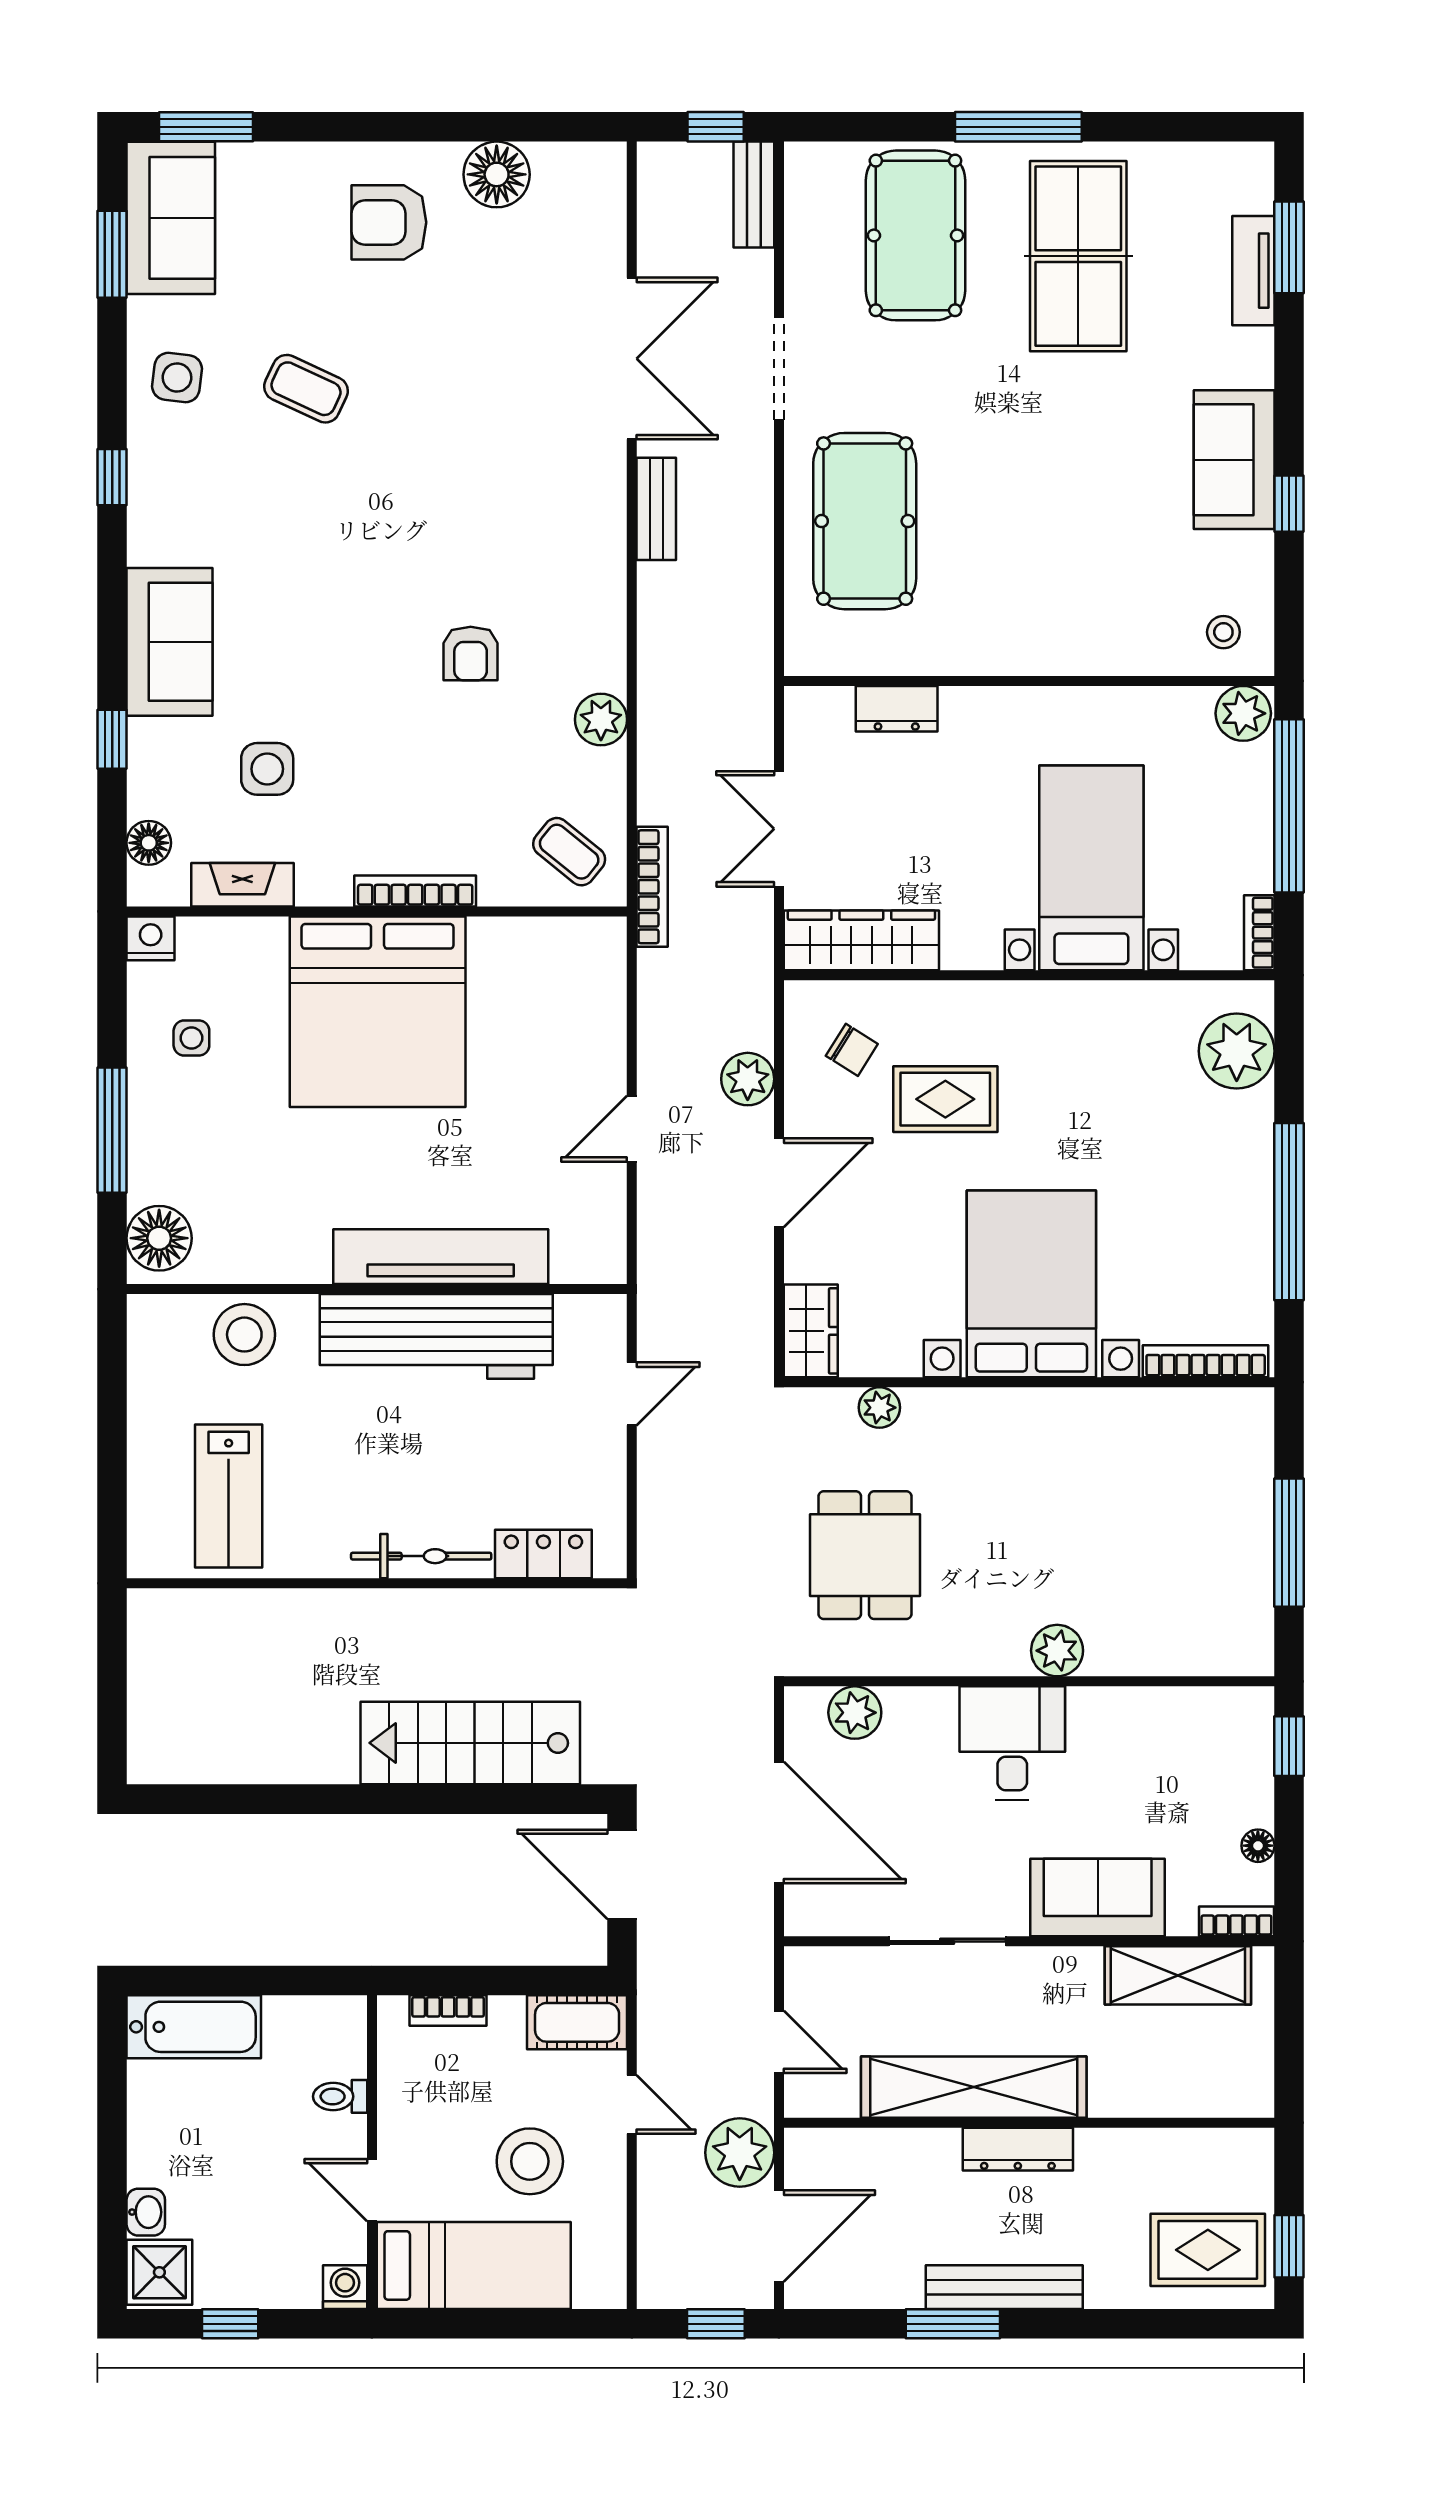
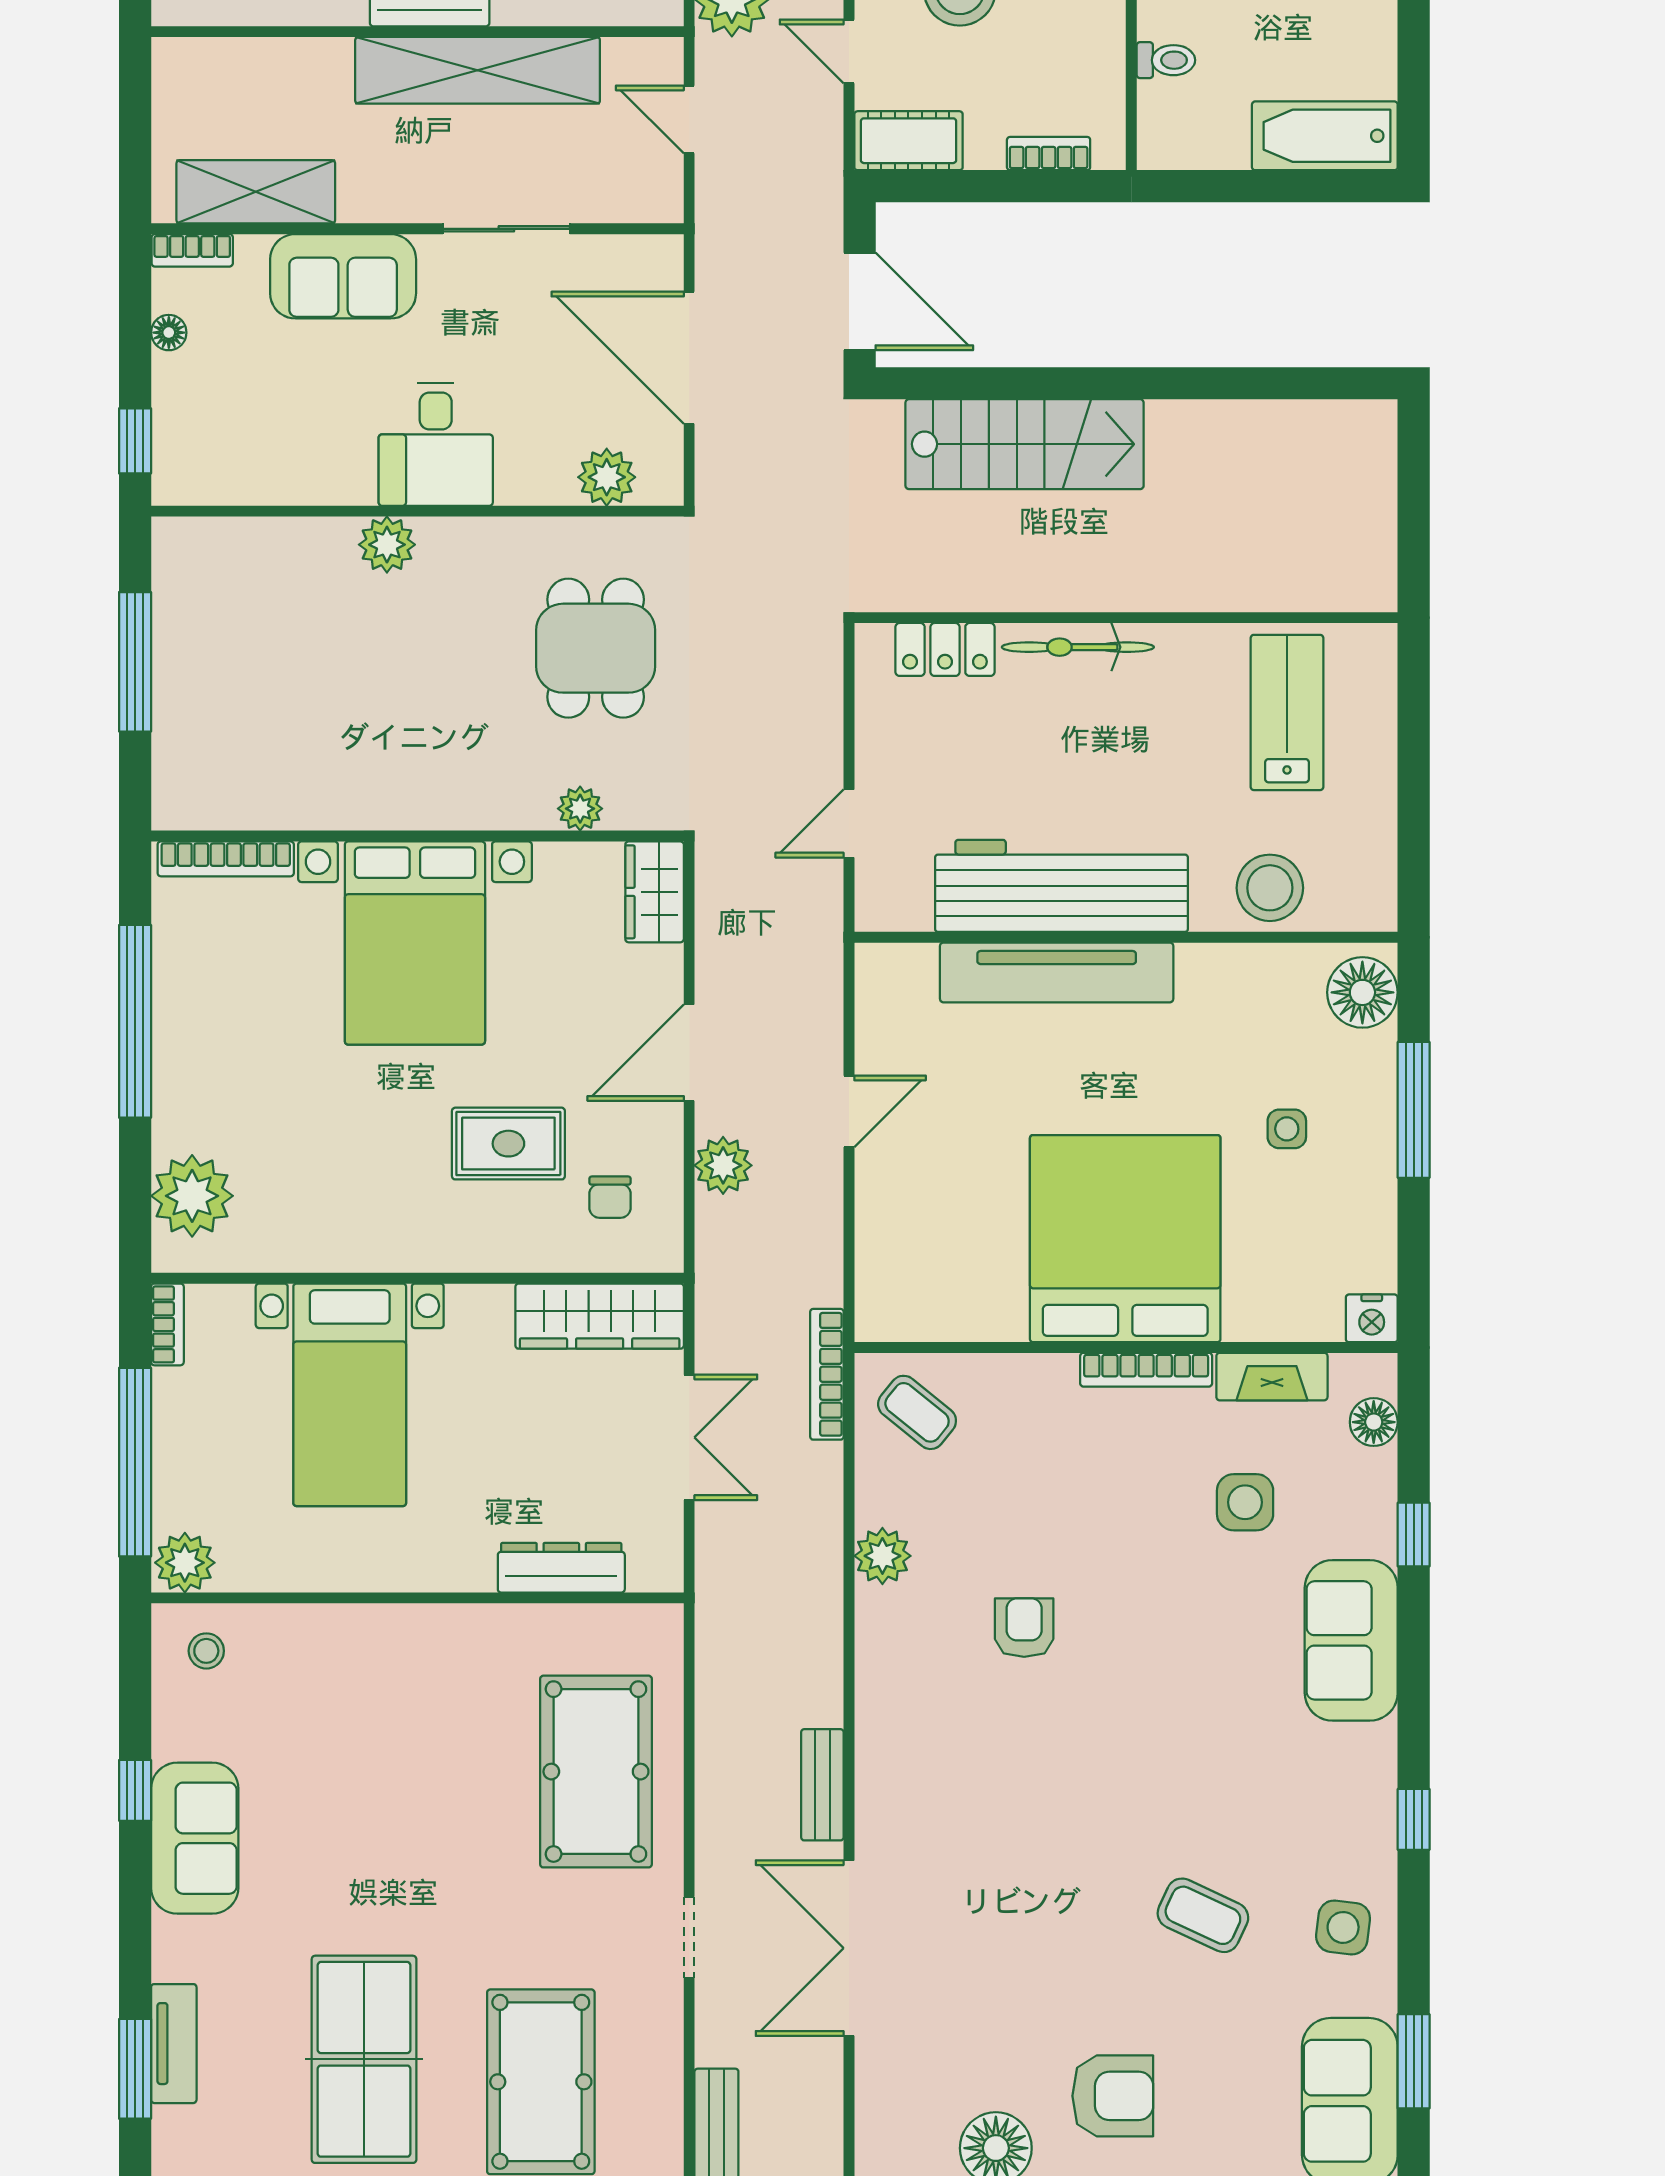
doorway: (779, 369) -> (689, 1937), width x0.73
dresser: (897, 709) -> (561, 1568), width x1.44
bookcase: (415, 891) -> (1146, 1370), moved
side table: (191, 1038) -> (1287, 1129), moved
chair: (852, 1050) -> (610, 1197), turned -122

